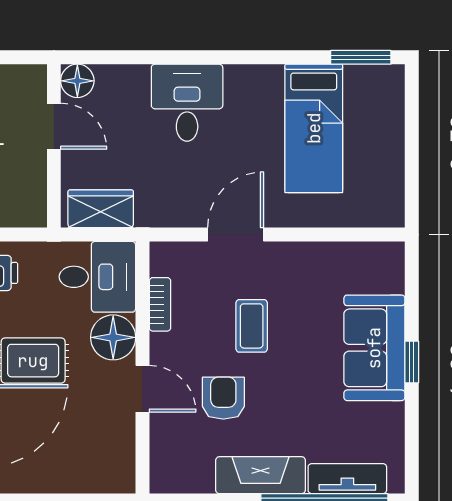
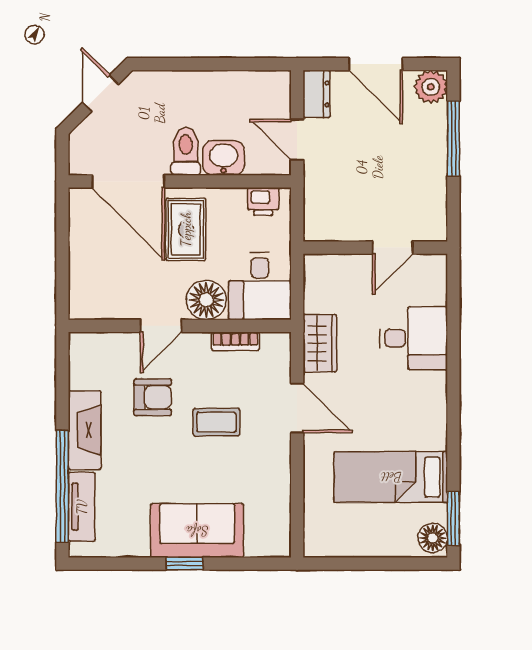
floor lamp: (77, 81) -> (433, 538), moved
desk: (187, 103) -> (413, 338), moved
wardrobe: (101, 209) -> (320, 343), moved

